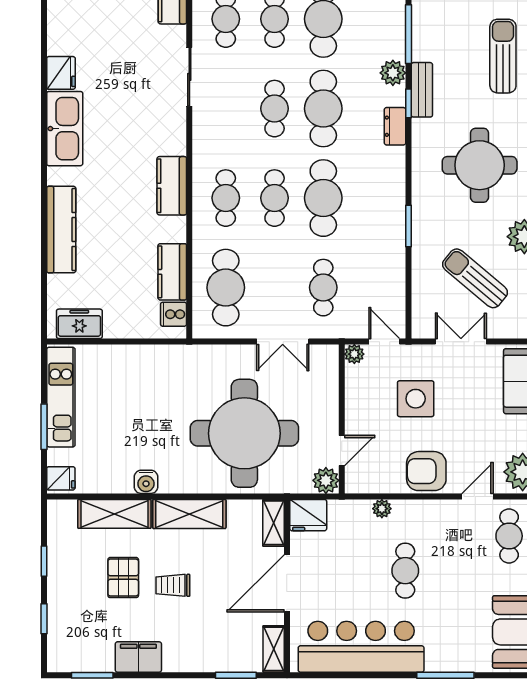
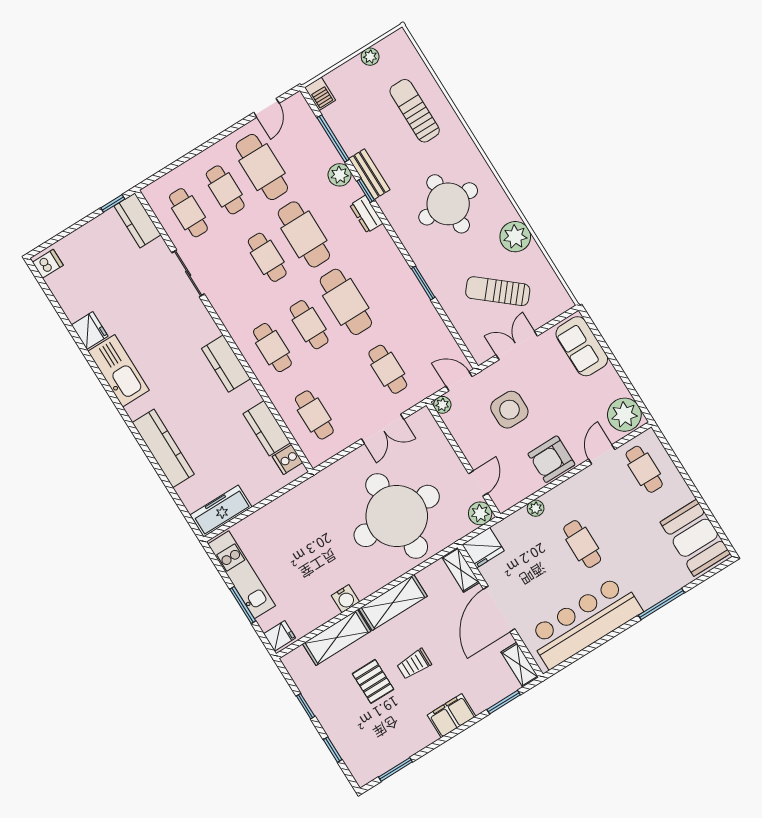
cafe table: (226, 288) -> (314, 415), width x0.73, depth x0.74
freezer: (79, 324) -> (221, 511), width x1.40
filing cabinet: (138, 657) -> (451, 716), moved

